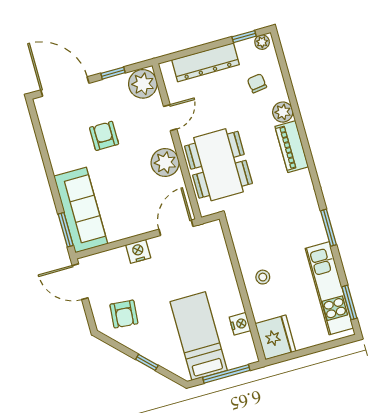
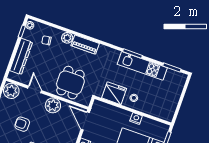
dining table: (218, 165) -> (70, 83), width x0.73
kitchen unit: (329, 288) -> (142, 66), moved
nightstand: (240, 324) -> (136, 118), moved
fridge: (275, 337) -> (114, 93), moved

